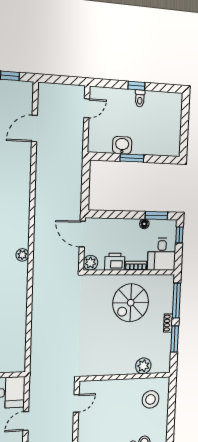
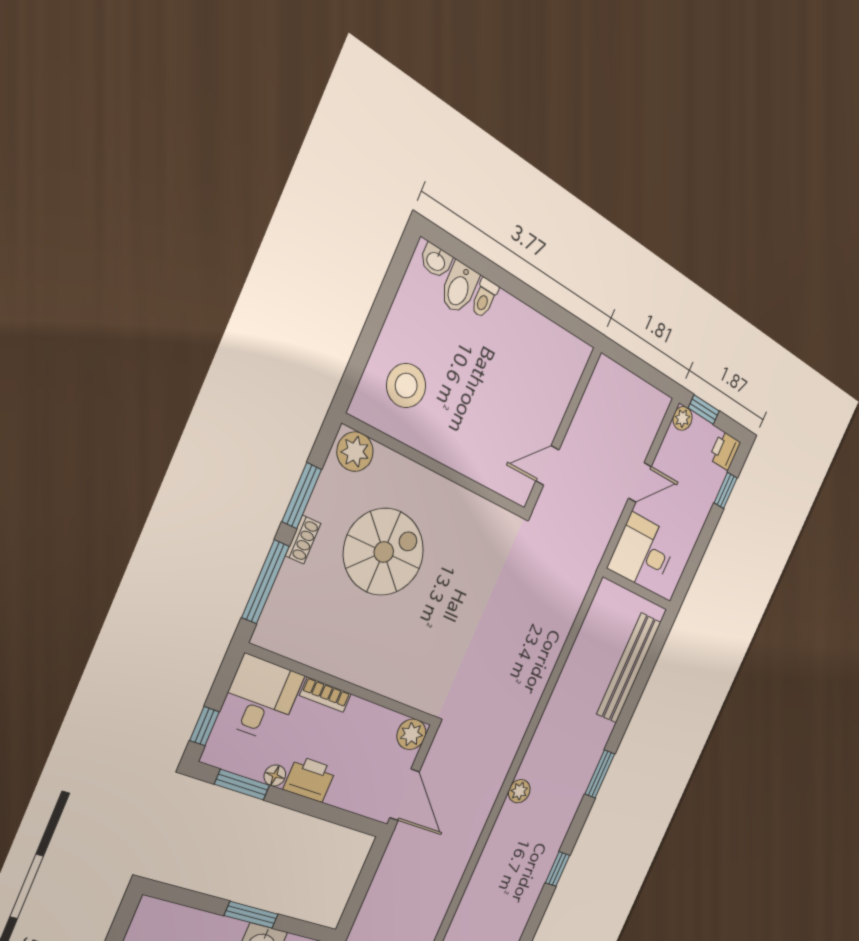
printer: (115, 262) -> (310, 779), moved, turned 180
spiral stairs: (131, 303) -> (384, 552), moved
plant: (143, 366) -> (355, 452), moved

